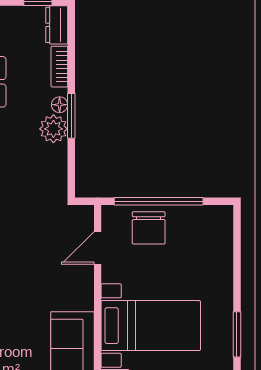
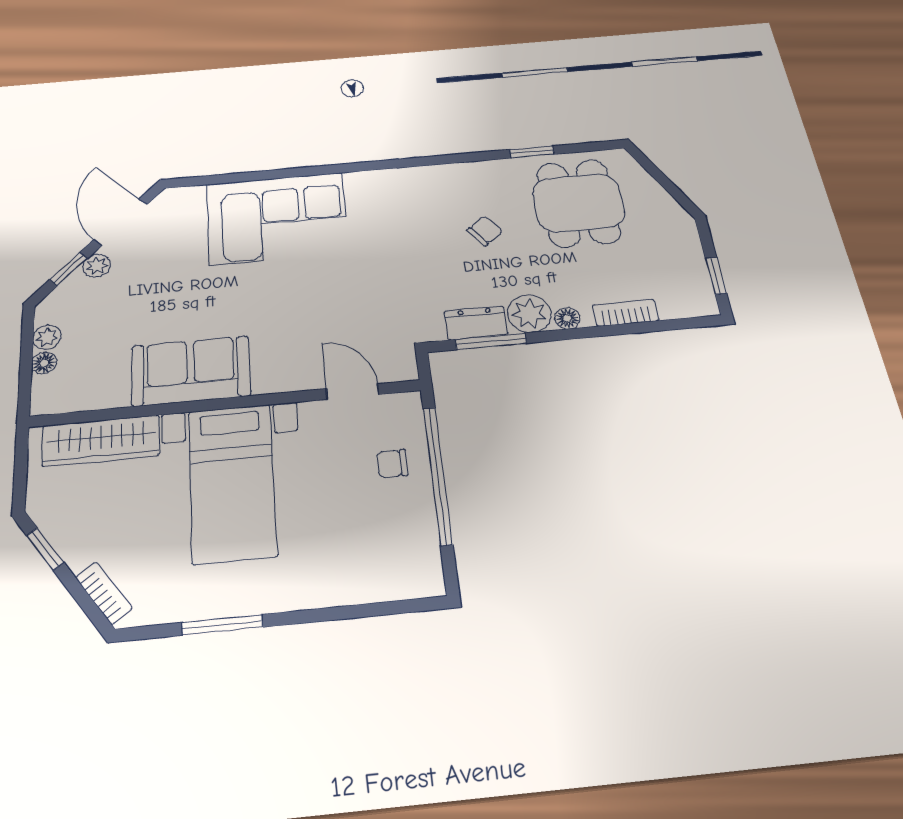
dresser: (57, 25) -> (476, 323), moved
window: (71, 116) -> (491, 341), moved
chair: (149, 228) -> (392, 464), width x0.54, depth x0.54

